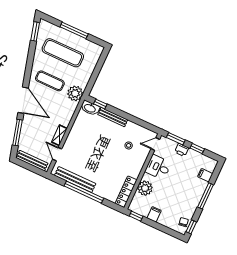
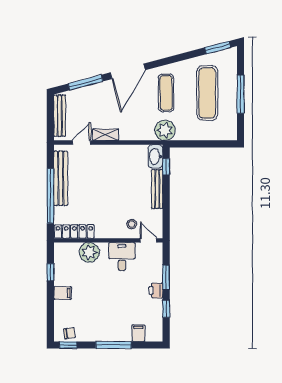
door: (155, 144) -> (148, 240), moved
desk: (158, 167) -> (122, 257), moved
wall: (143, 171) -> (108, 240), moved
plant: (145, 188) -> (89, 252), moved
locker: (126, 192) -> (74, 231), moved

